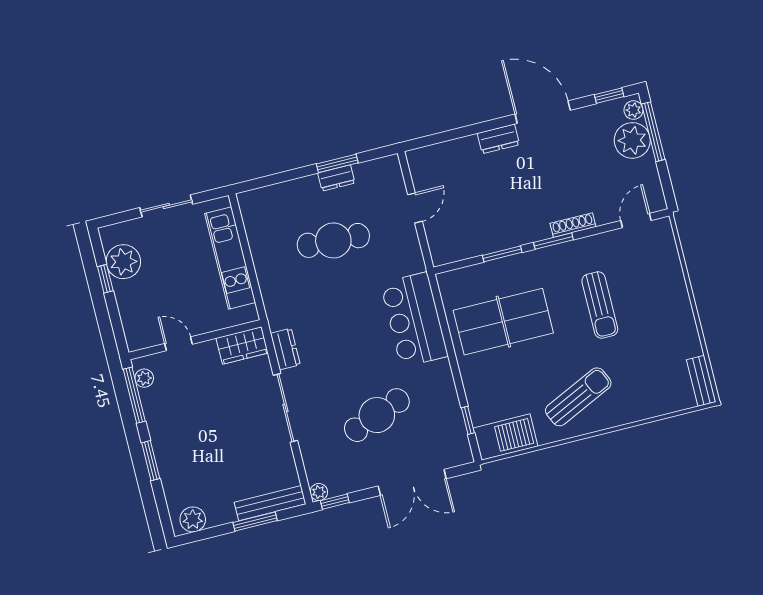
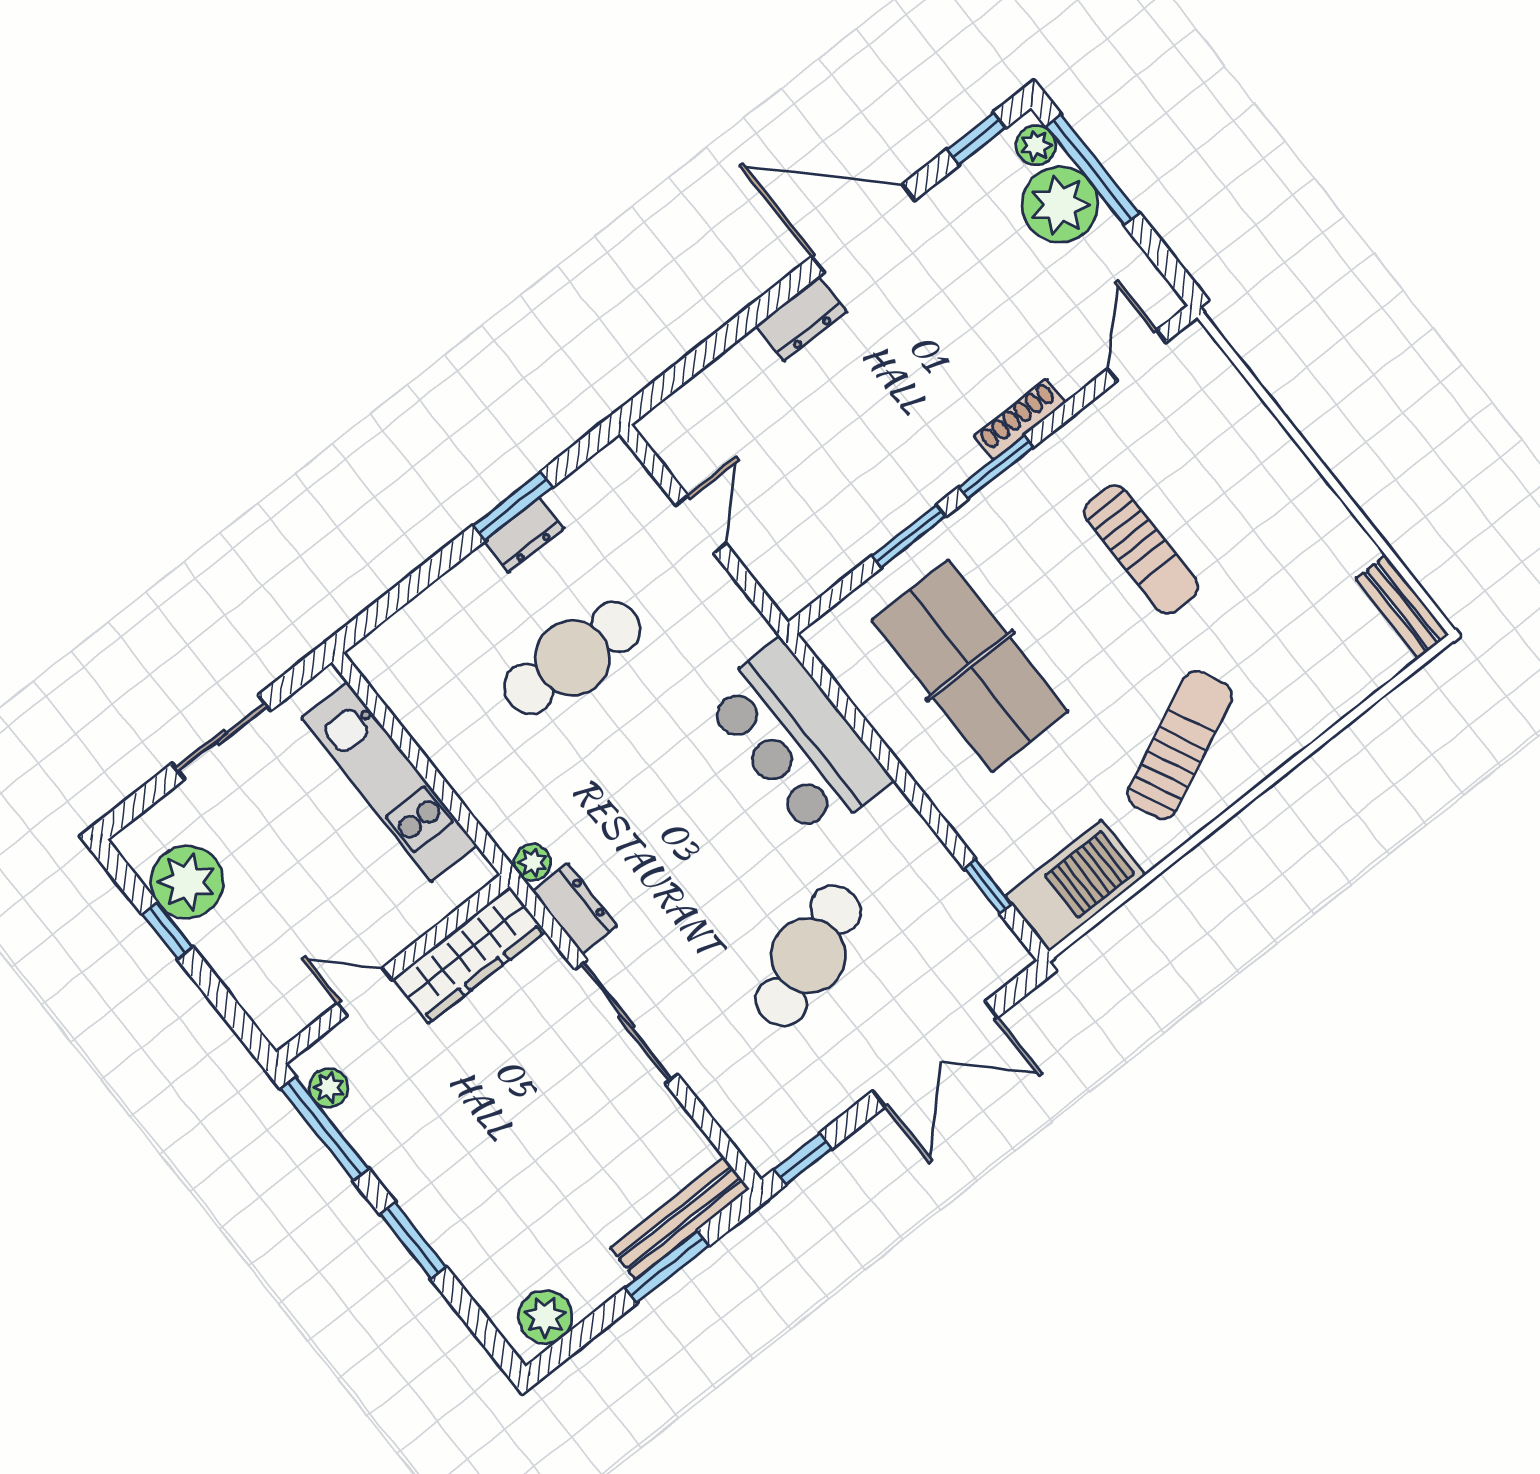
table tennis table: (503, 322) -> (970, 666), turned 90
wardrobe: (242, 346) -> (469, 955), width x1.50
plant: (319, 492) -> (532, 862), moved

